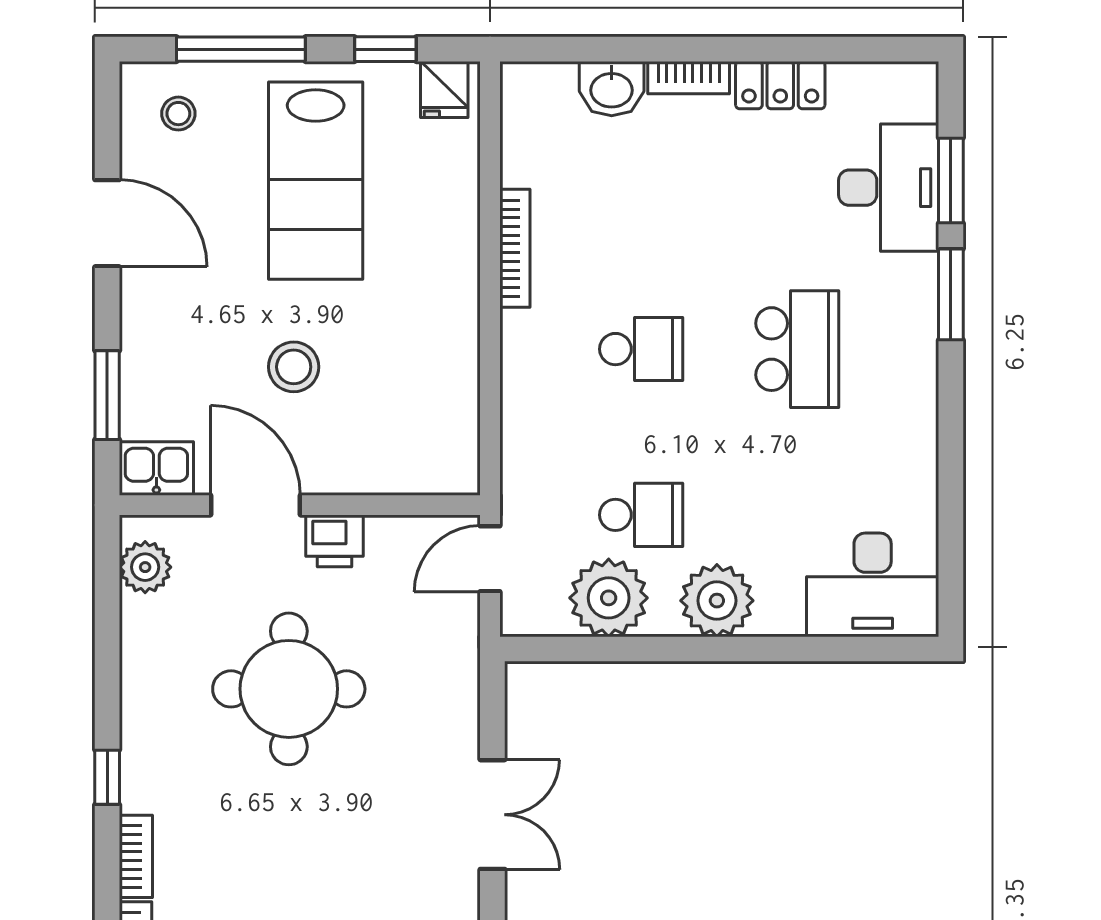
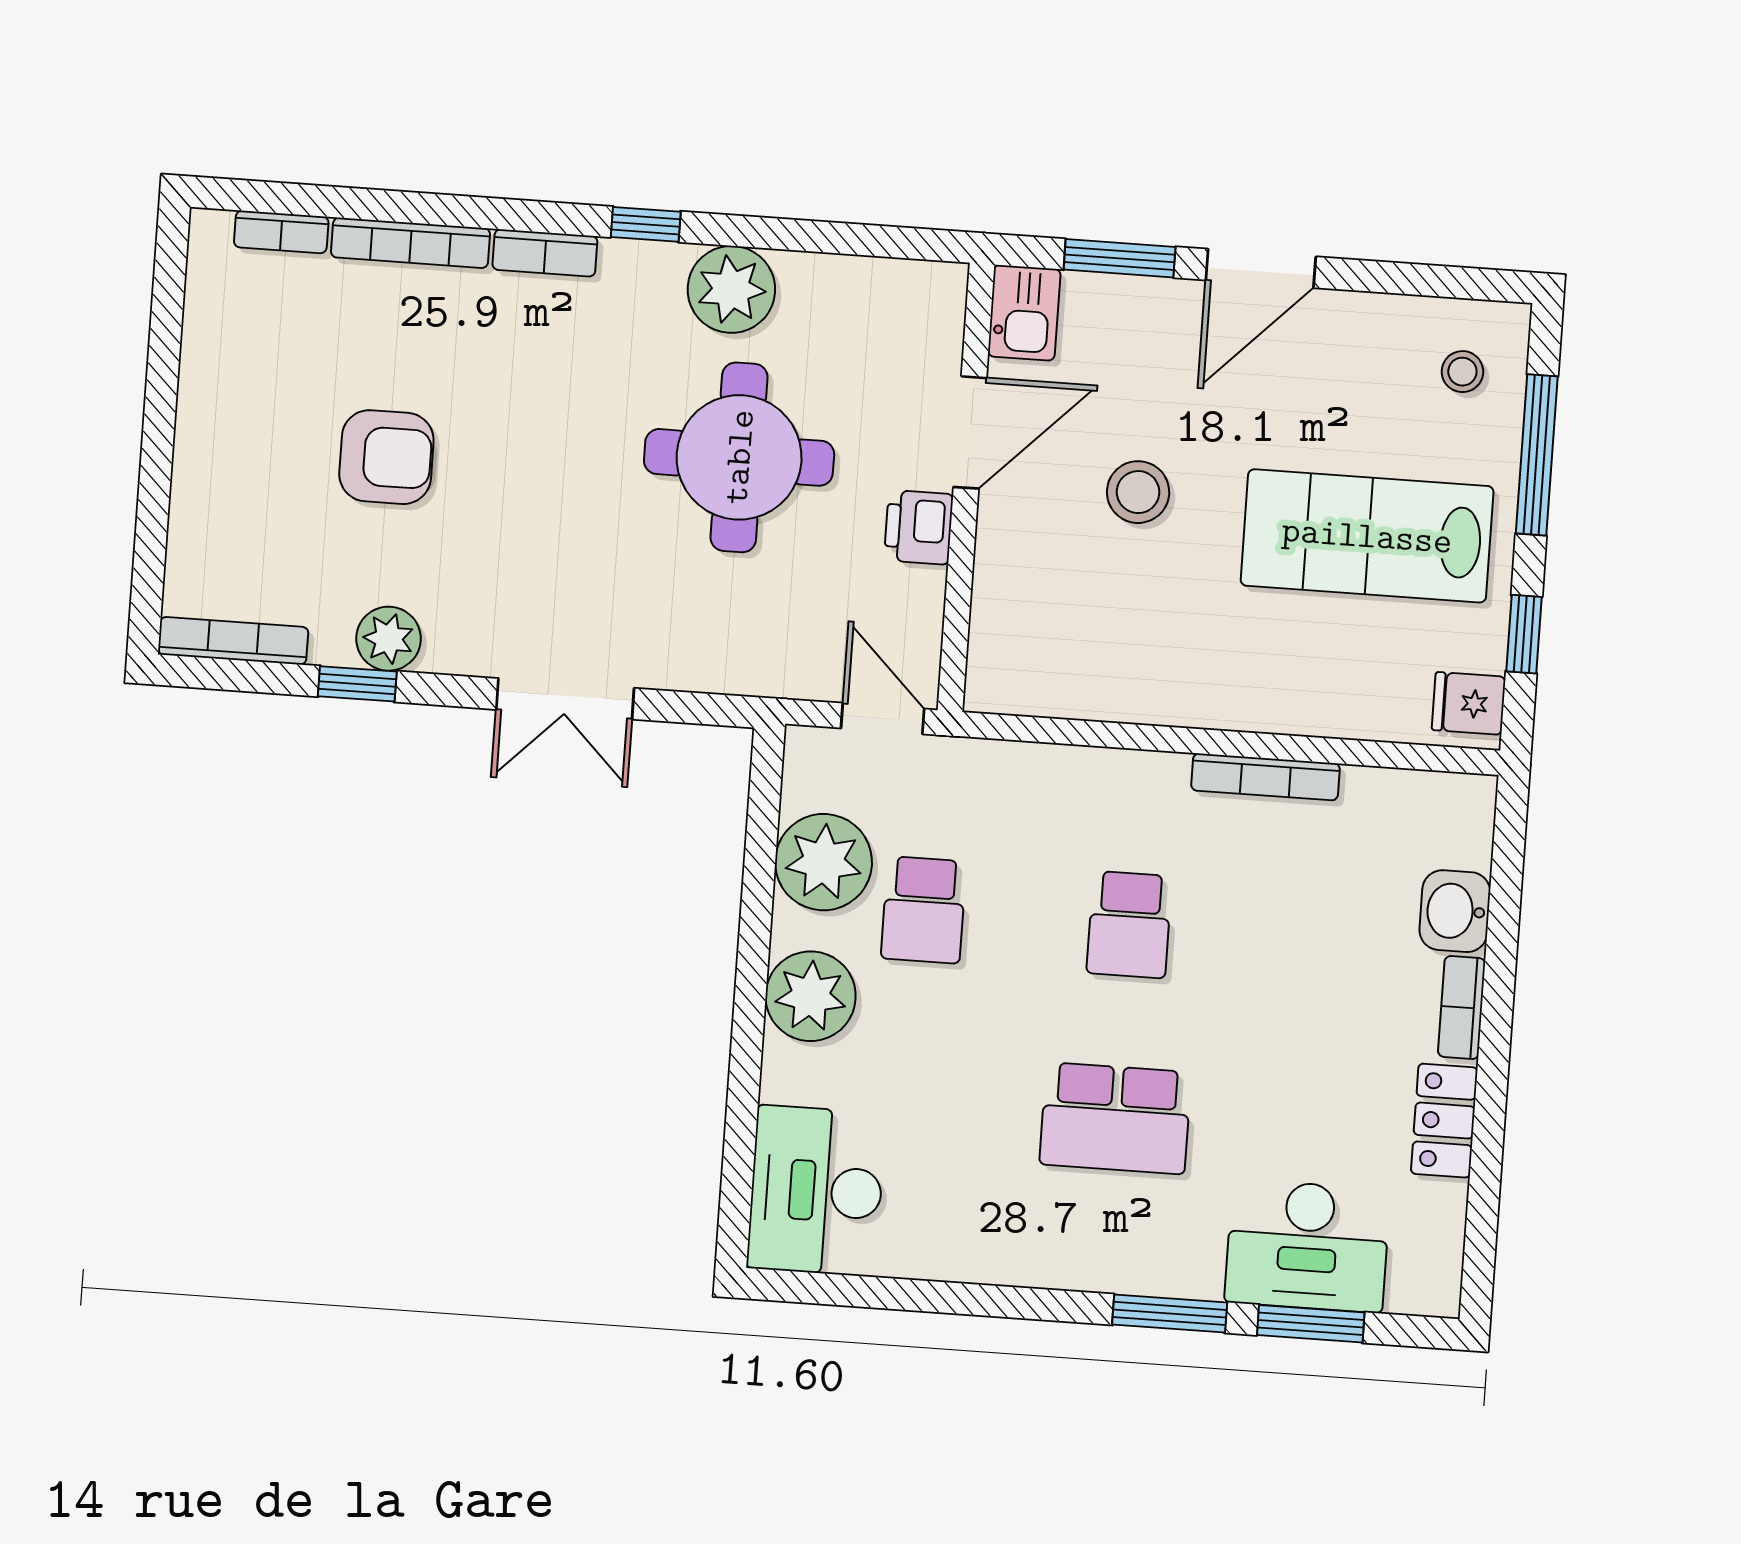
door: (107, 223) -> (1261, 268), moved
plant: (145, 567) -> (731, 289), moved, width x1.36, depth x1.36

